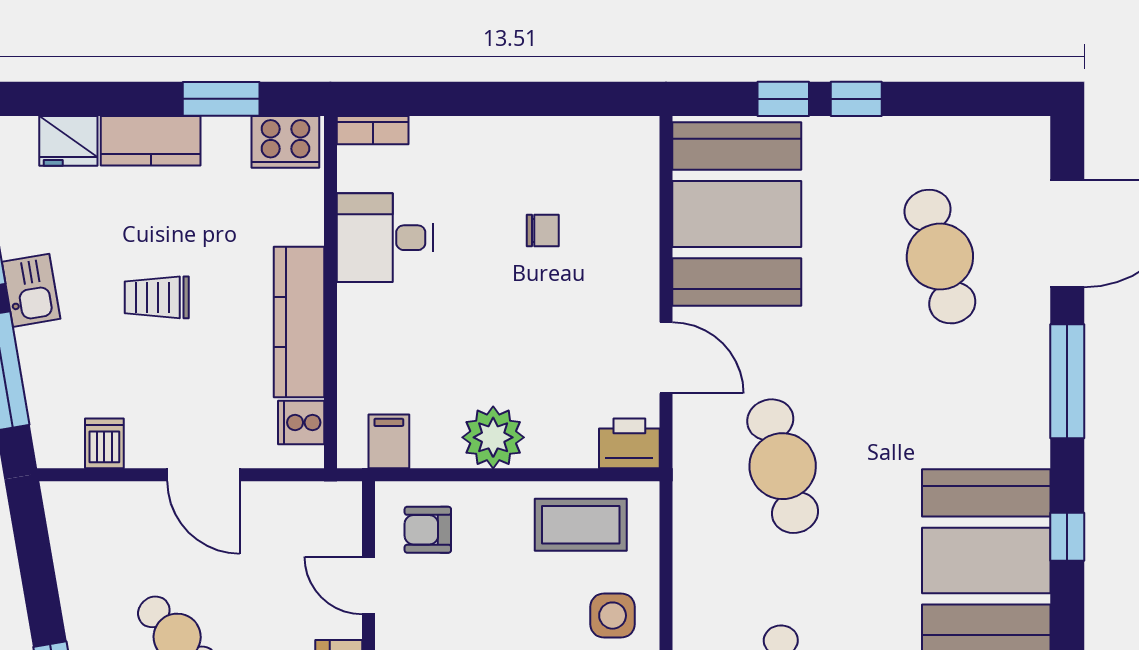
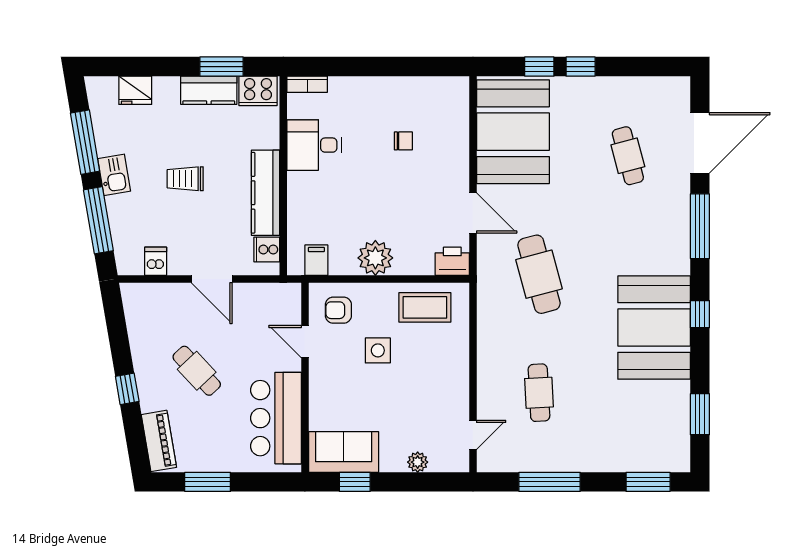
kitchen counter: (151, 141) -> (209, 90), moved
cafe table: (940, 257) -> (628, 156), width x0.73, depth x0.74
side table: (613, 616) -> (378, 350), moved

